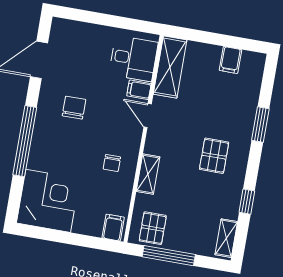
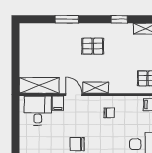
filing cabinet: (230, 60) -> (28, 46), removed
door: (148, 116) -> (74, 95), swing flipped
shelving: (148, 174) -> (96, 88), moved

